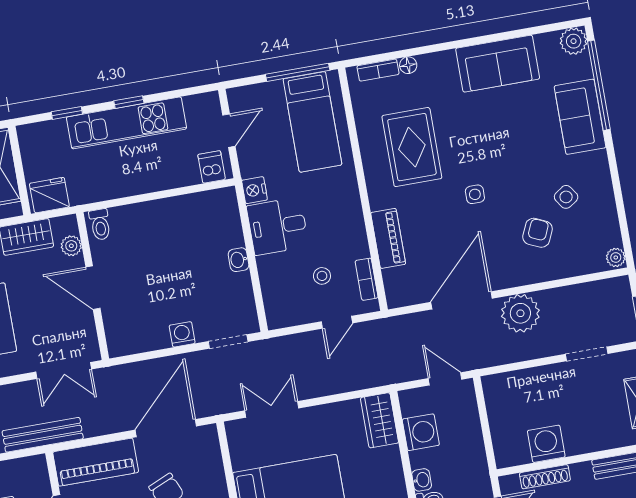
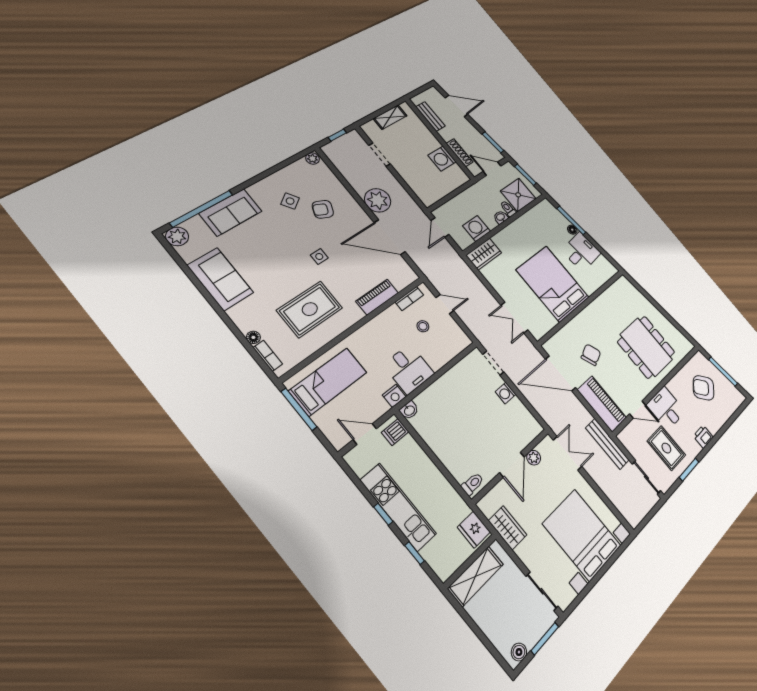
plant: (71, 246) -> (534, 458), moved
washbasin: (239, 260) -> (409, 410), moved

